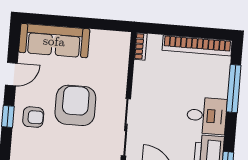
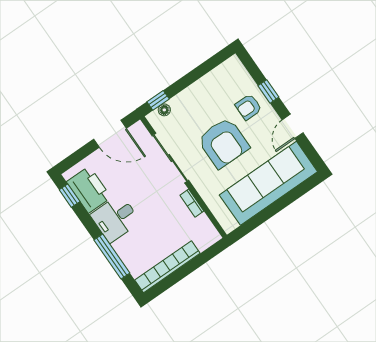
sofa: (54, 41) -> (268, 183), width x1.36, depth x1.27
bookcase: (141, 46) -> (192, 203), moved

